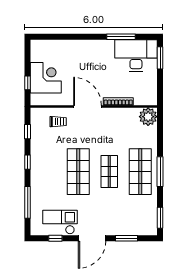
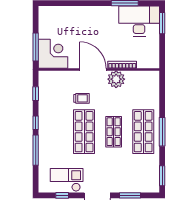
corner desk: (46, 78) -> (53, 54), moved
window: (28, 83) -> (36, 47), width x2.17
plant: (148, 117) -> (116, 79), moved
trolley: (58, 122) -> (81, 98), moved
window: (28, 202) -> (36, 150), moved

